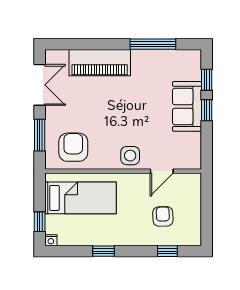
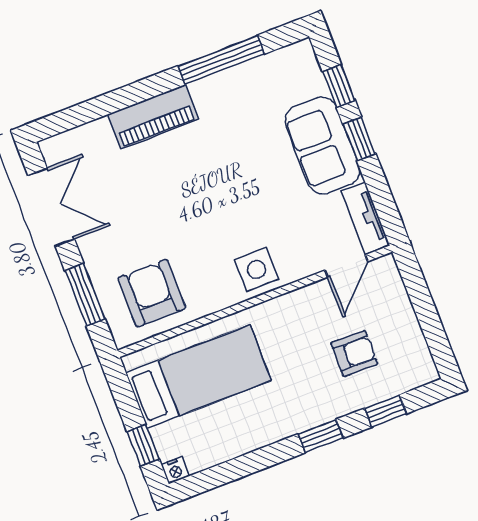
piano: (100, 63) -> (153, 117), width x0.73, depth x0.75
tv unit: (194, 151) -> (365, 218), added
door: (162, 171) -> (346, 266), moved
armchair: (163, 216) -> (354, 353), turned 93
window: (104, 251) -> (321, 436), moved

